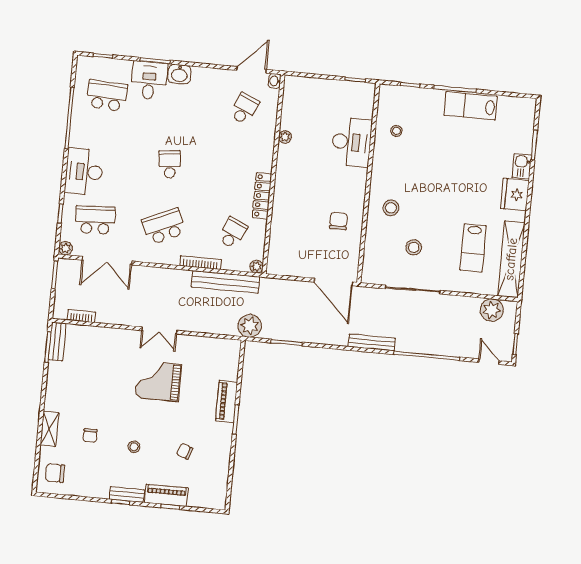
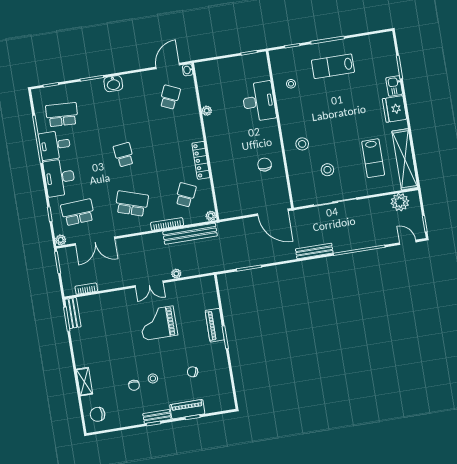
desk: (149, 80) -> (55, 145), moved, turned -90
lab bench: (471, 106) -> (333, 66), moved
school desk: (164, 226) -> (132, 204), turned 42
plant: (250, 326) -> (176, 274), moved, width x0.53, depth x0.53
chair: (90, 435) -> (134, 385), moved

